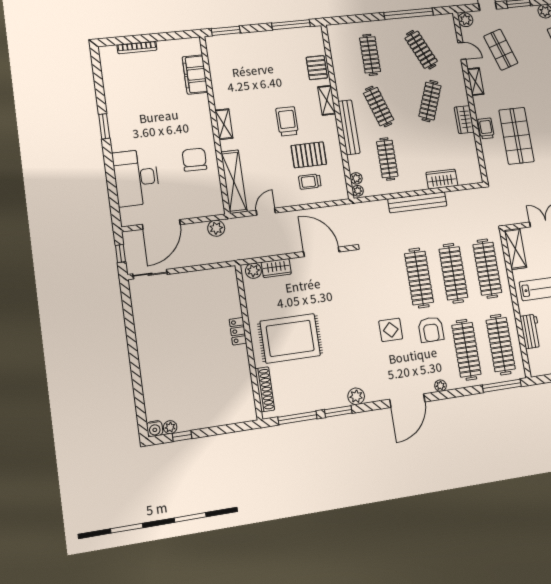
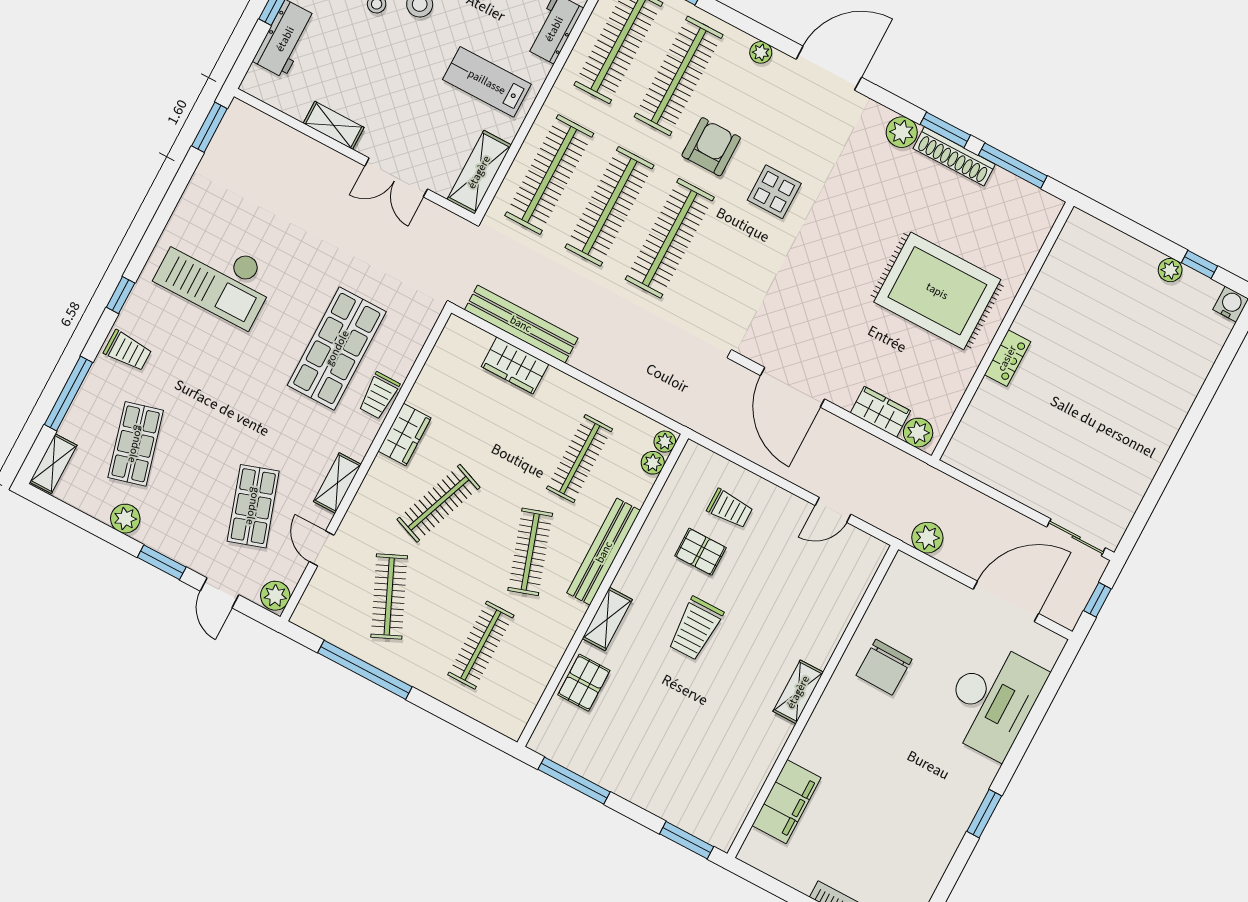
pallet: (309, 155) -> (700, 552), width x0.67, depth x0.71
shelving: (234, 182) -> (848, 591), removed
bench: (417, 202) -> (521, 324), moved
shoe rack: (265, 389) -> (954, 156), moved, turned -90
plant: (170, 427) -> (1170, 270), moved

